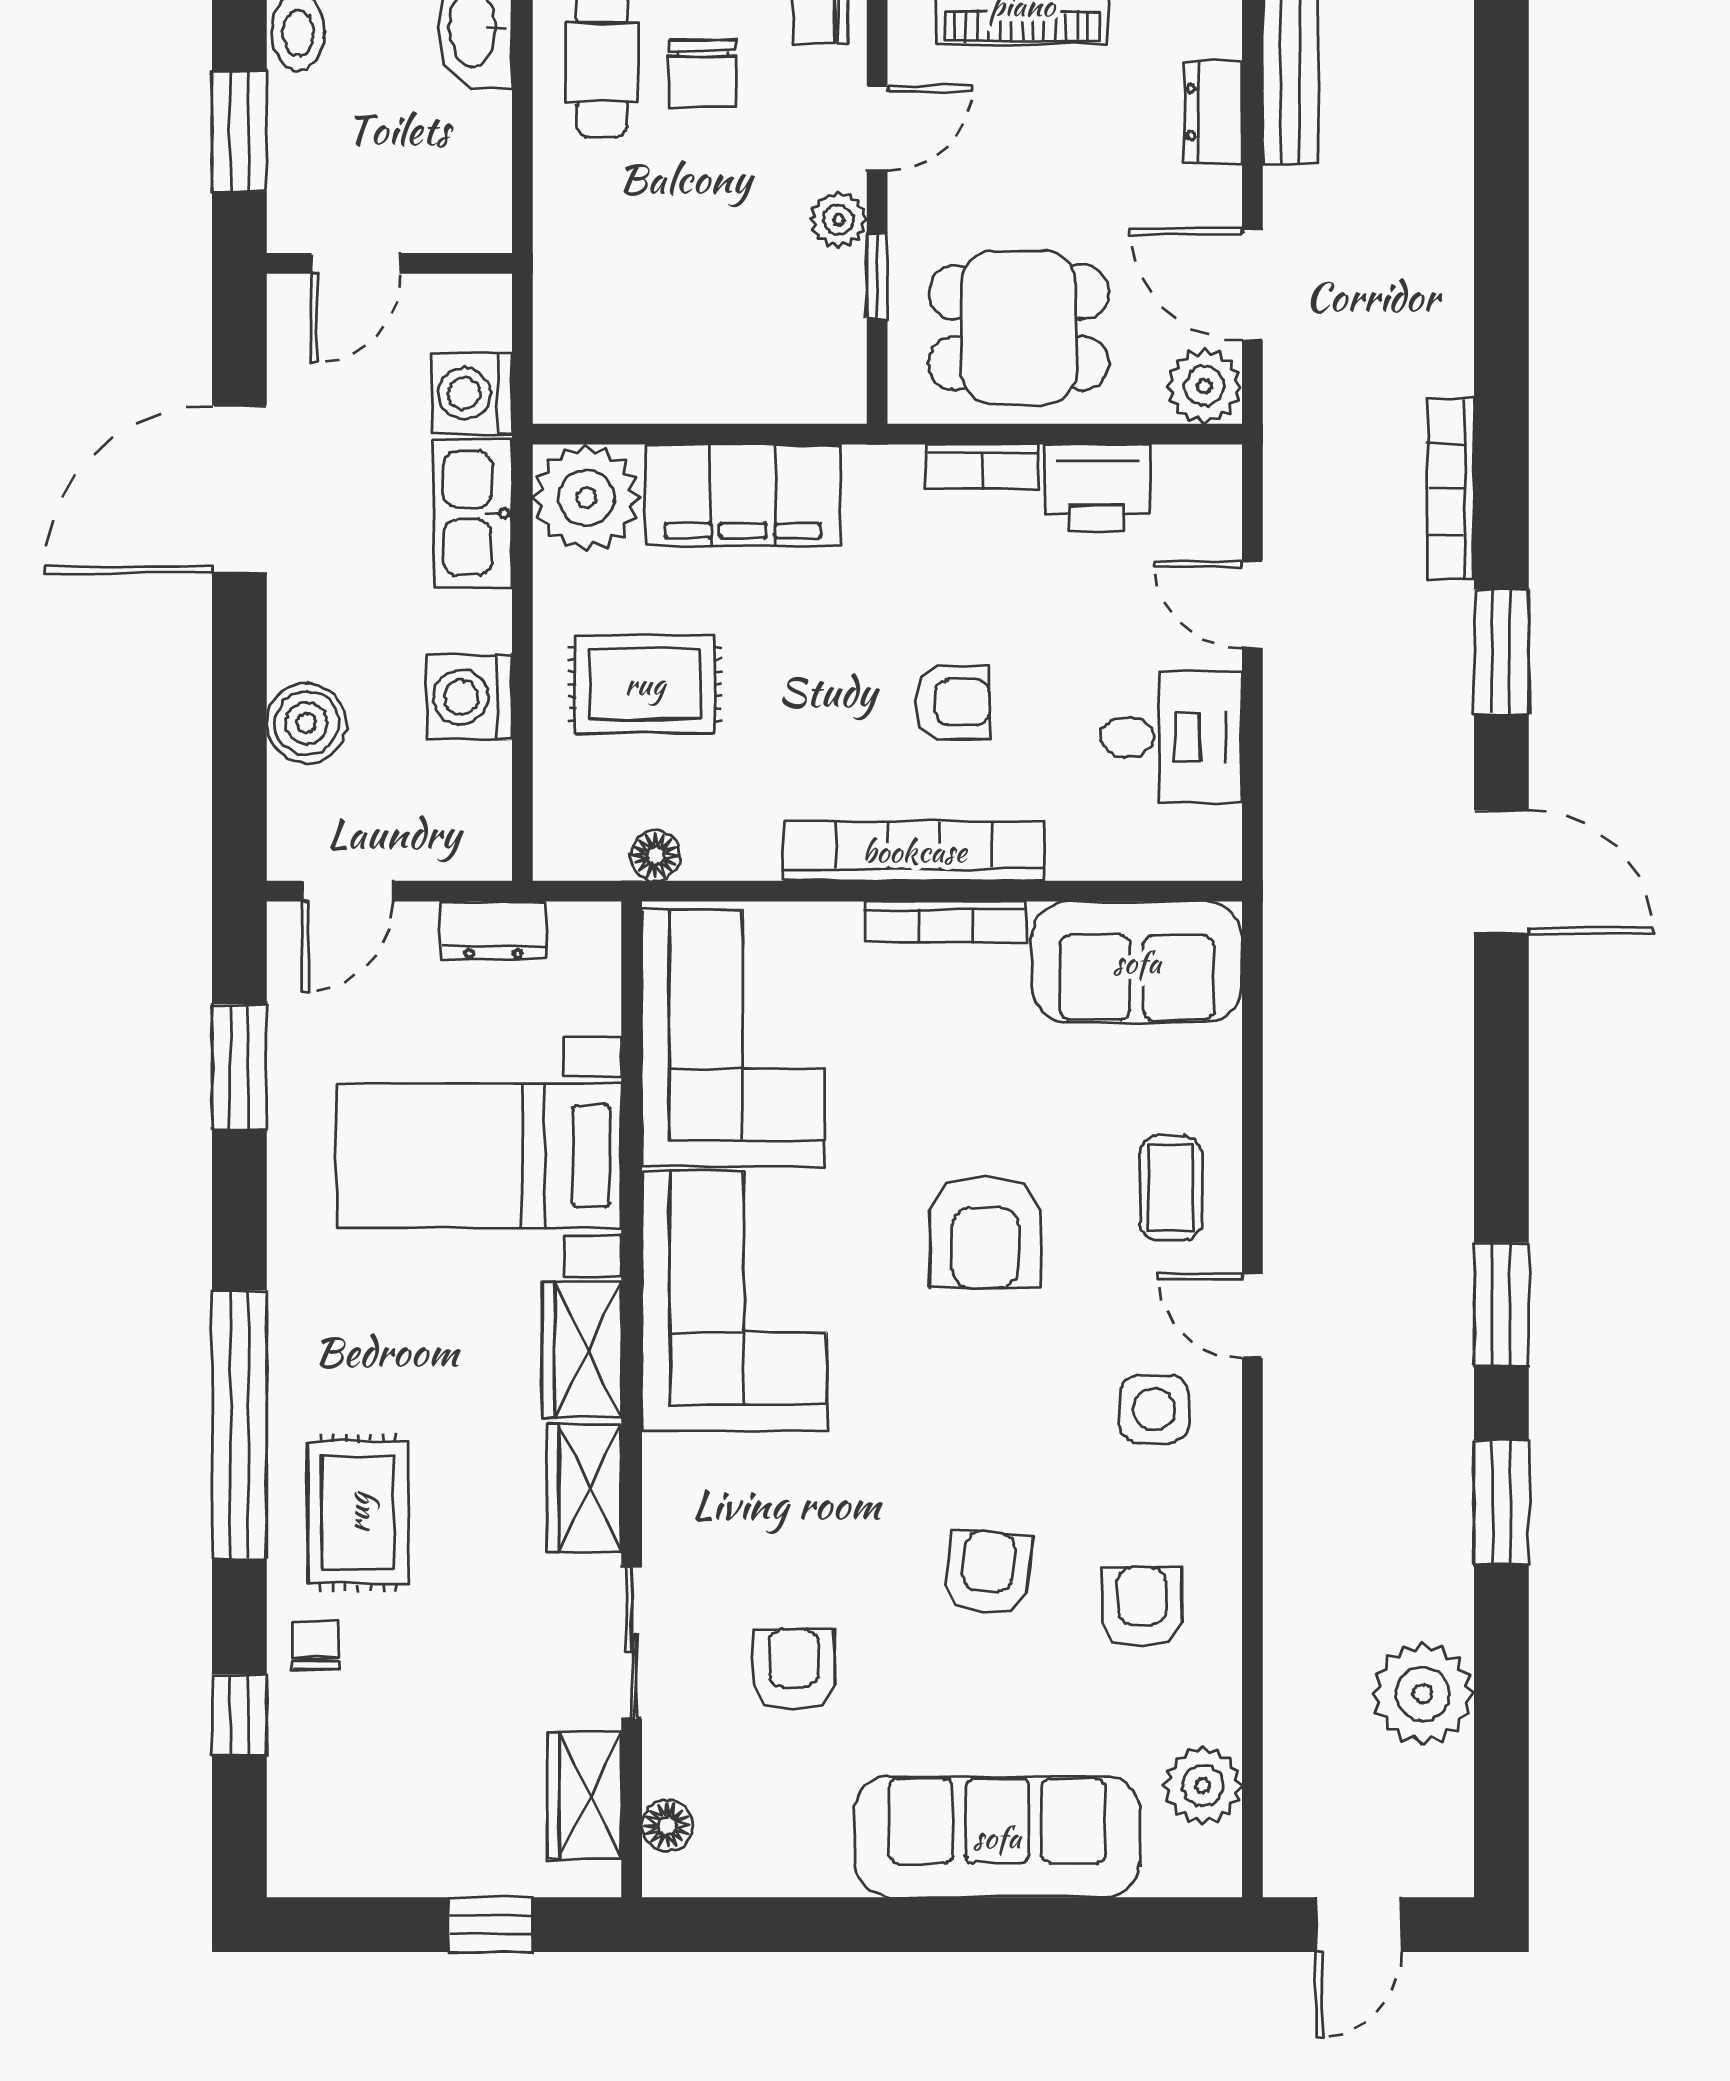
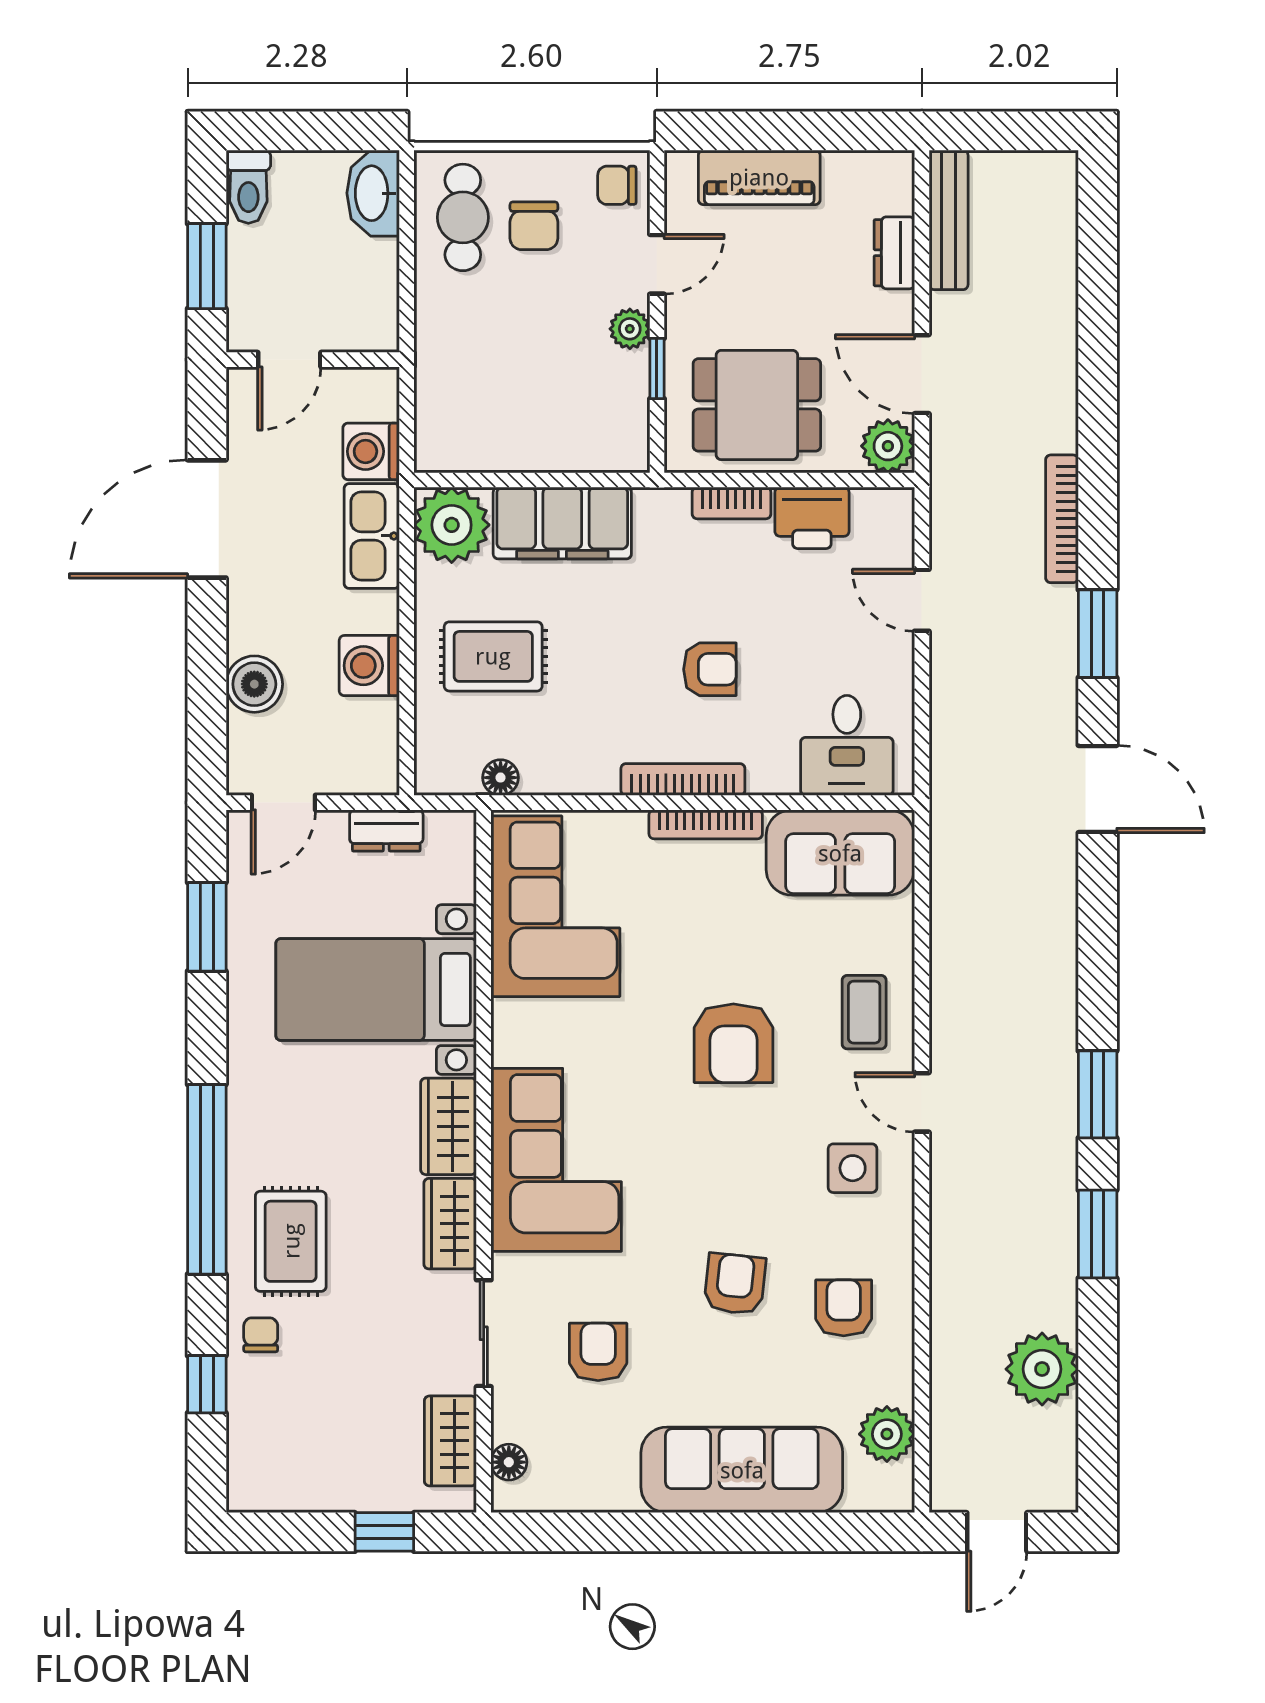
desk: (1171, 737) -> (847, 745), moved, turned 90
bookcase: (914, 851) -> (683, 779), width x0.68, depth x0.76
corner sofa: (734, 1301) -> (556, 1160), moved

